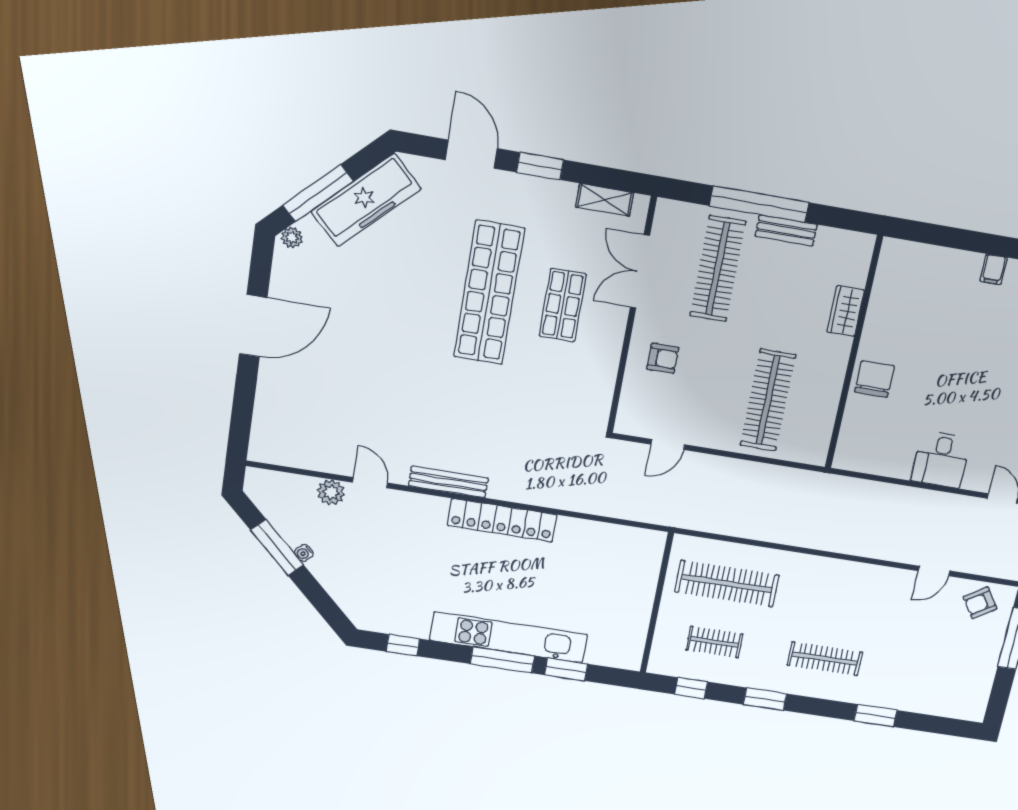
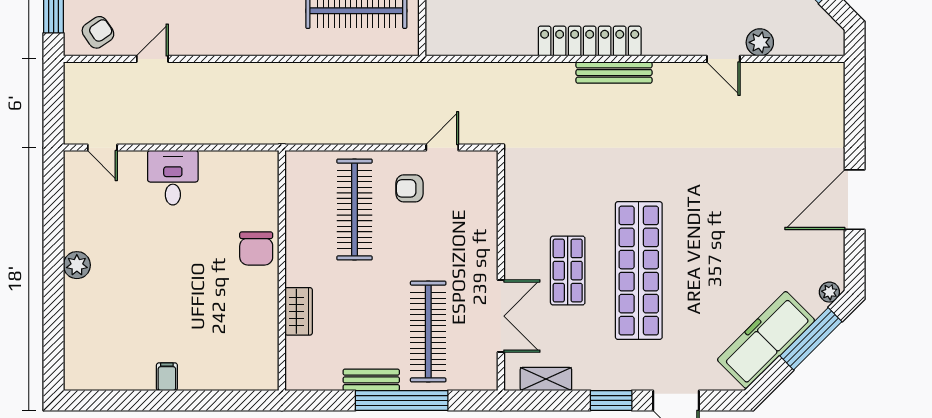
armchair: (663, 358) -> (409, 188), moved
bench: (448, 482) -> (614, 73), moved

